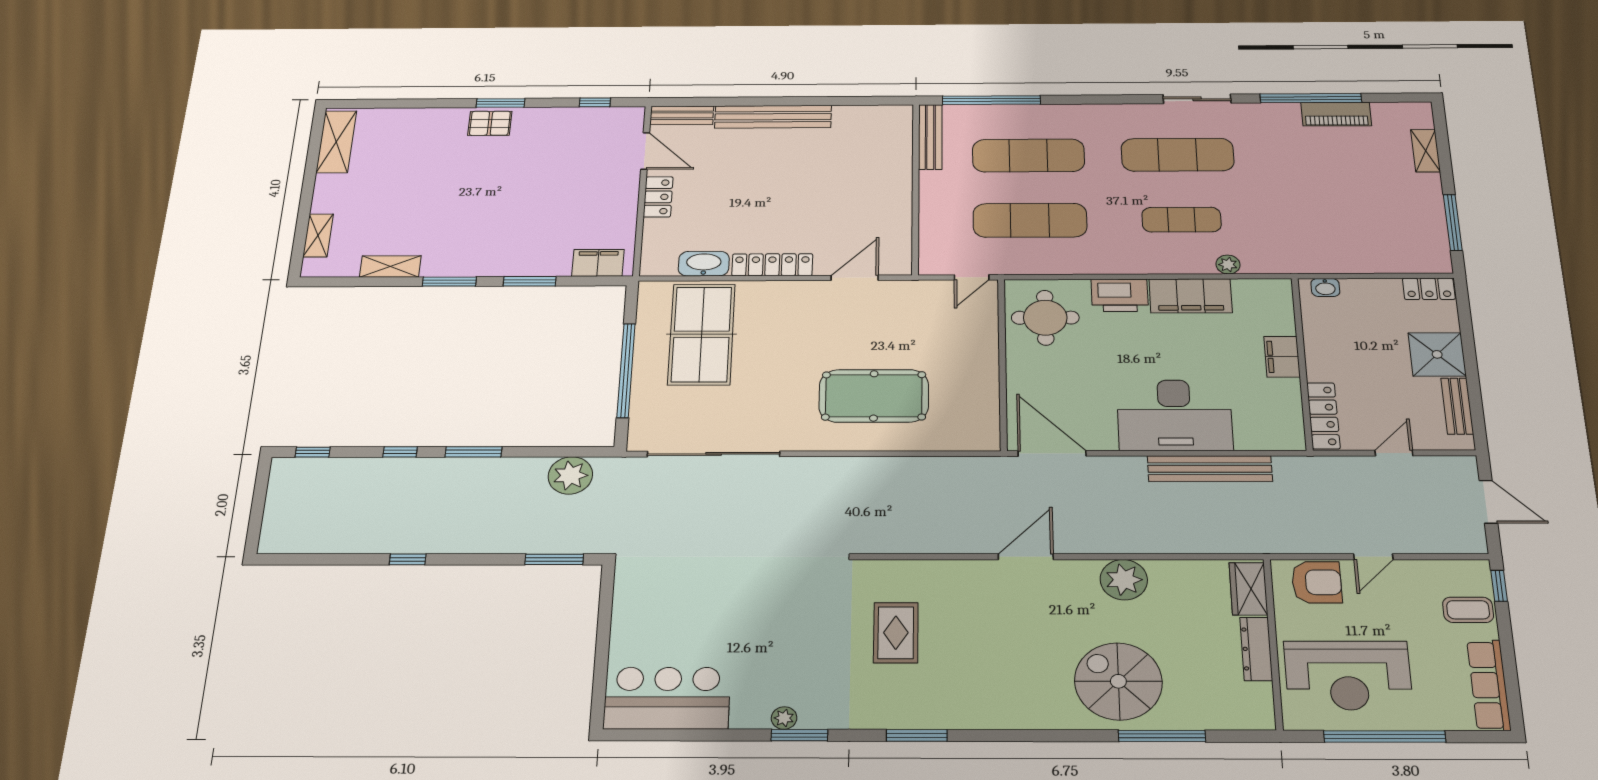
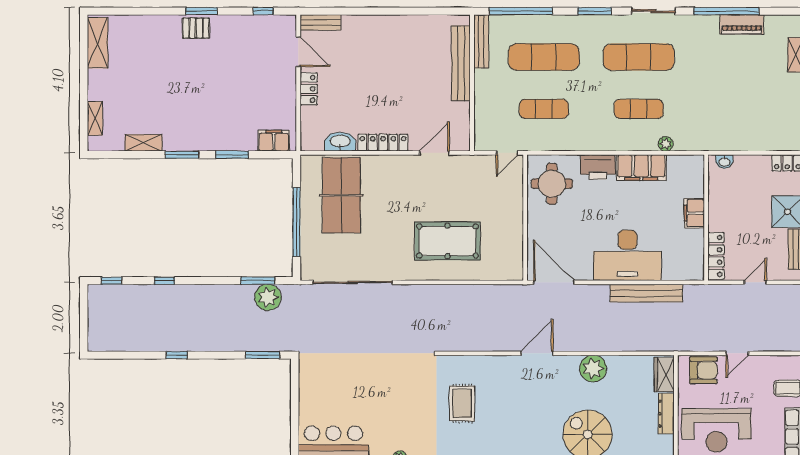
window: (1106, 99) -> (595, 11), added
bench: (773, 117) -> (461, 63), moved, turned 90
exercise mat: (1030, 220) -> (544, 109), width x0.73, depth x0.69
window: (473, 452) -> (258, 281), moved

